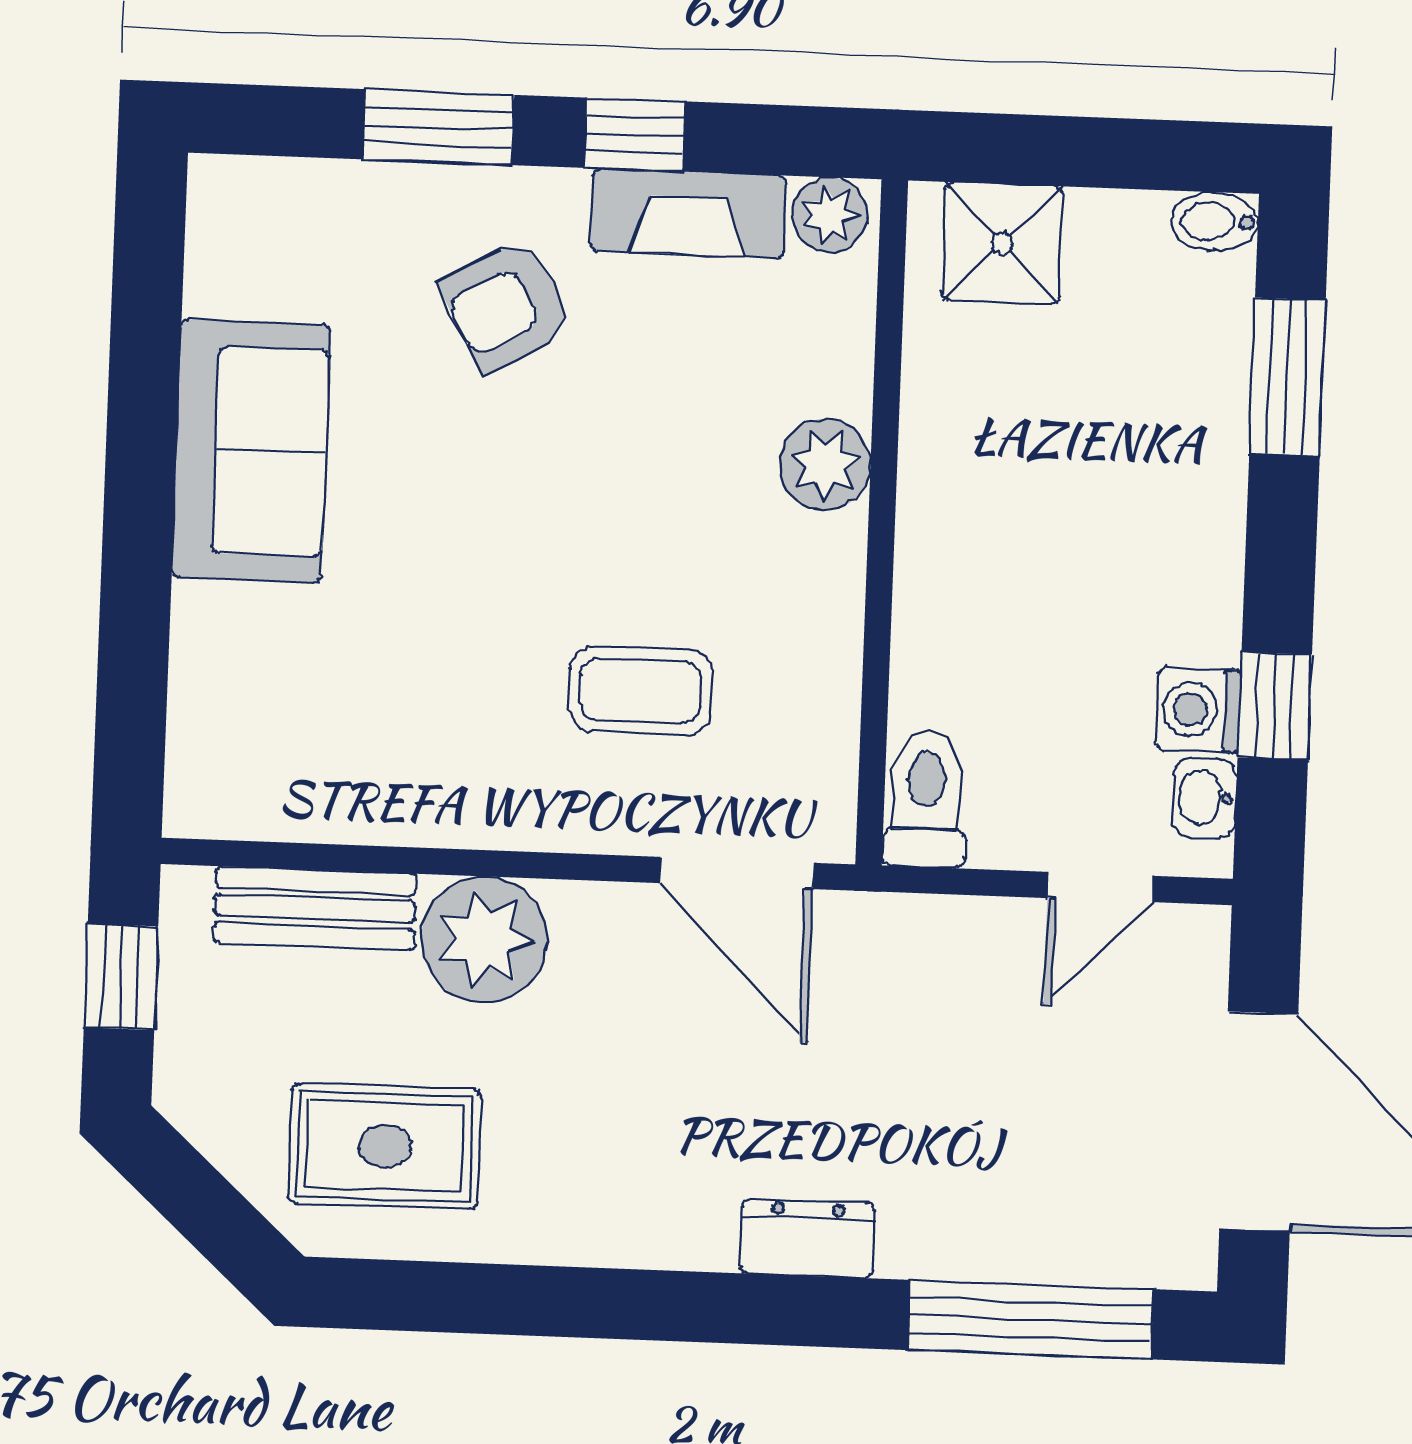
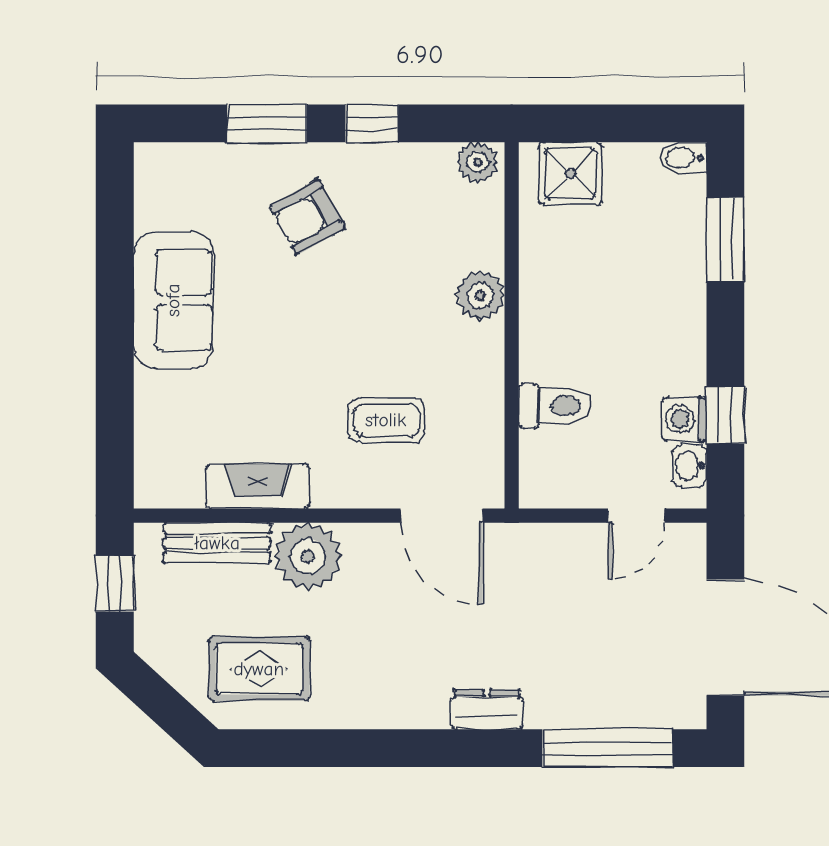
fireplace: (688, 213) -> (257, 486), moved, turned 180
toilet: (926, 799) -> (555, 406), moved, turned 90

